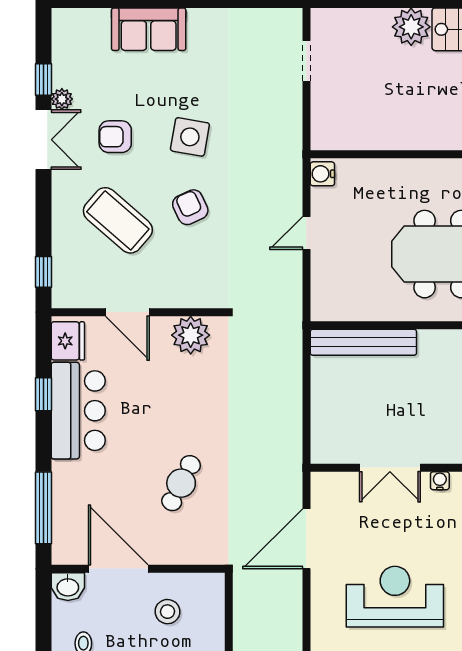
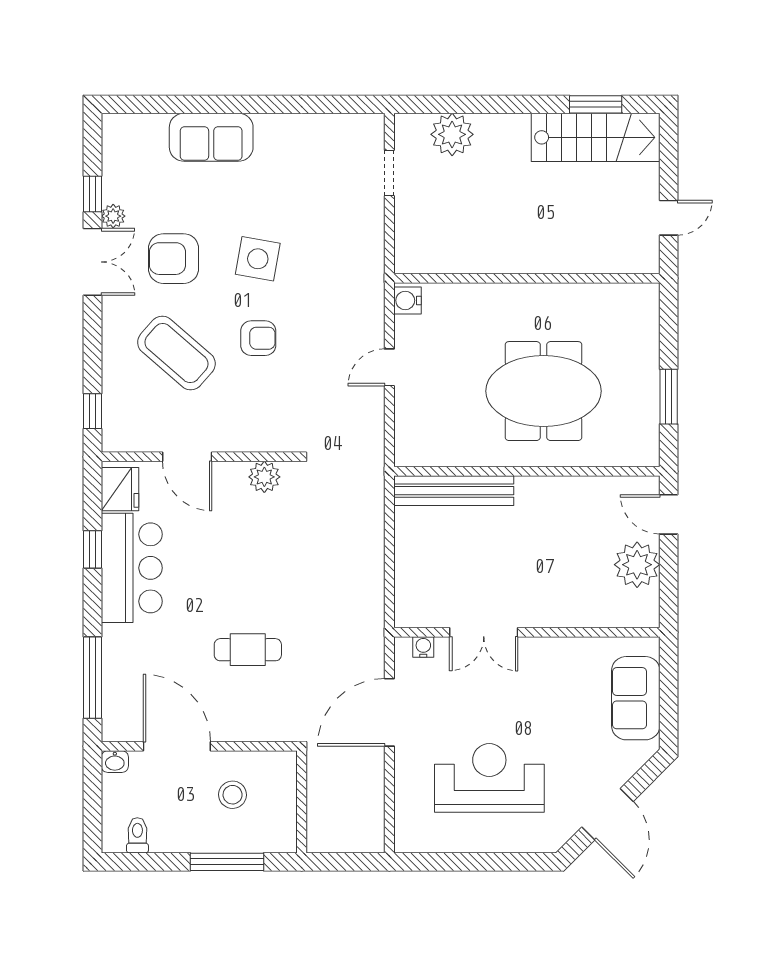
plant: (411, 27) -> (452, 134), moved
armchair: (115, 137) -> (173, 259), width x1.38, depth x1.38
armchair: (190, 207) -> (258, 338), turned 115
plant: (191, 335) -> (264, 477), width x0.73, depth x0.73
water cooler: (440, 481) -> (423, 647), moved
cafe table: (181, 483) -> (248, 650), turned 63
washbasin: (68, 587) -> (115, 762), width x0.72, depth x0.69

